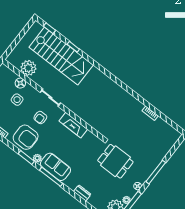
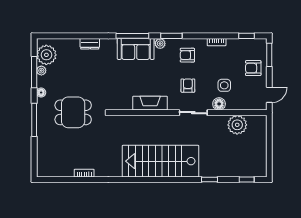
stairs: (61, 56) -> (160, 161), moved
floor lamp: (20, 83) -> (219, 104), moved
armchair: (26, 137) -> (187, 55), width x0.53, depth x0.53
dining table: (115, 161) -> (73, 112), moved

